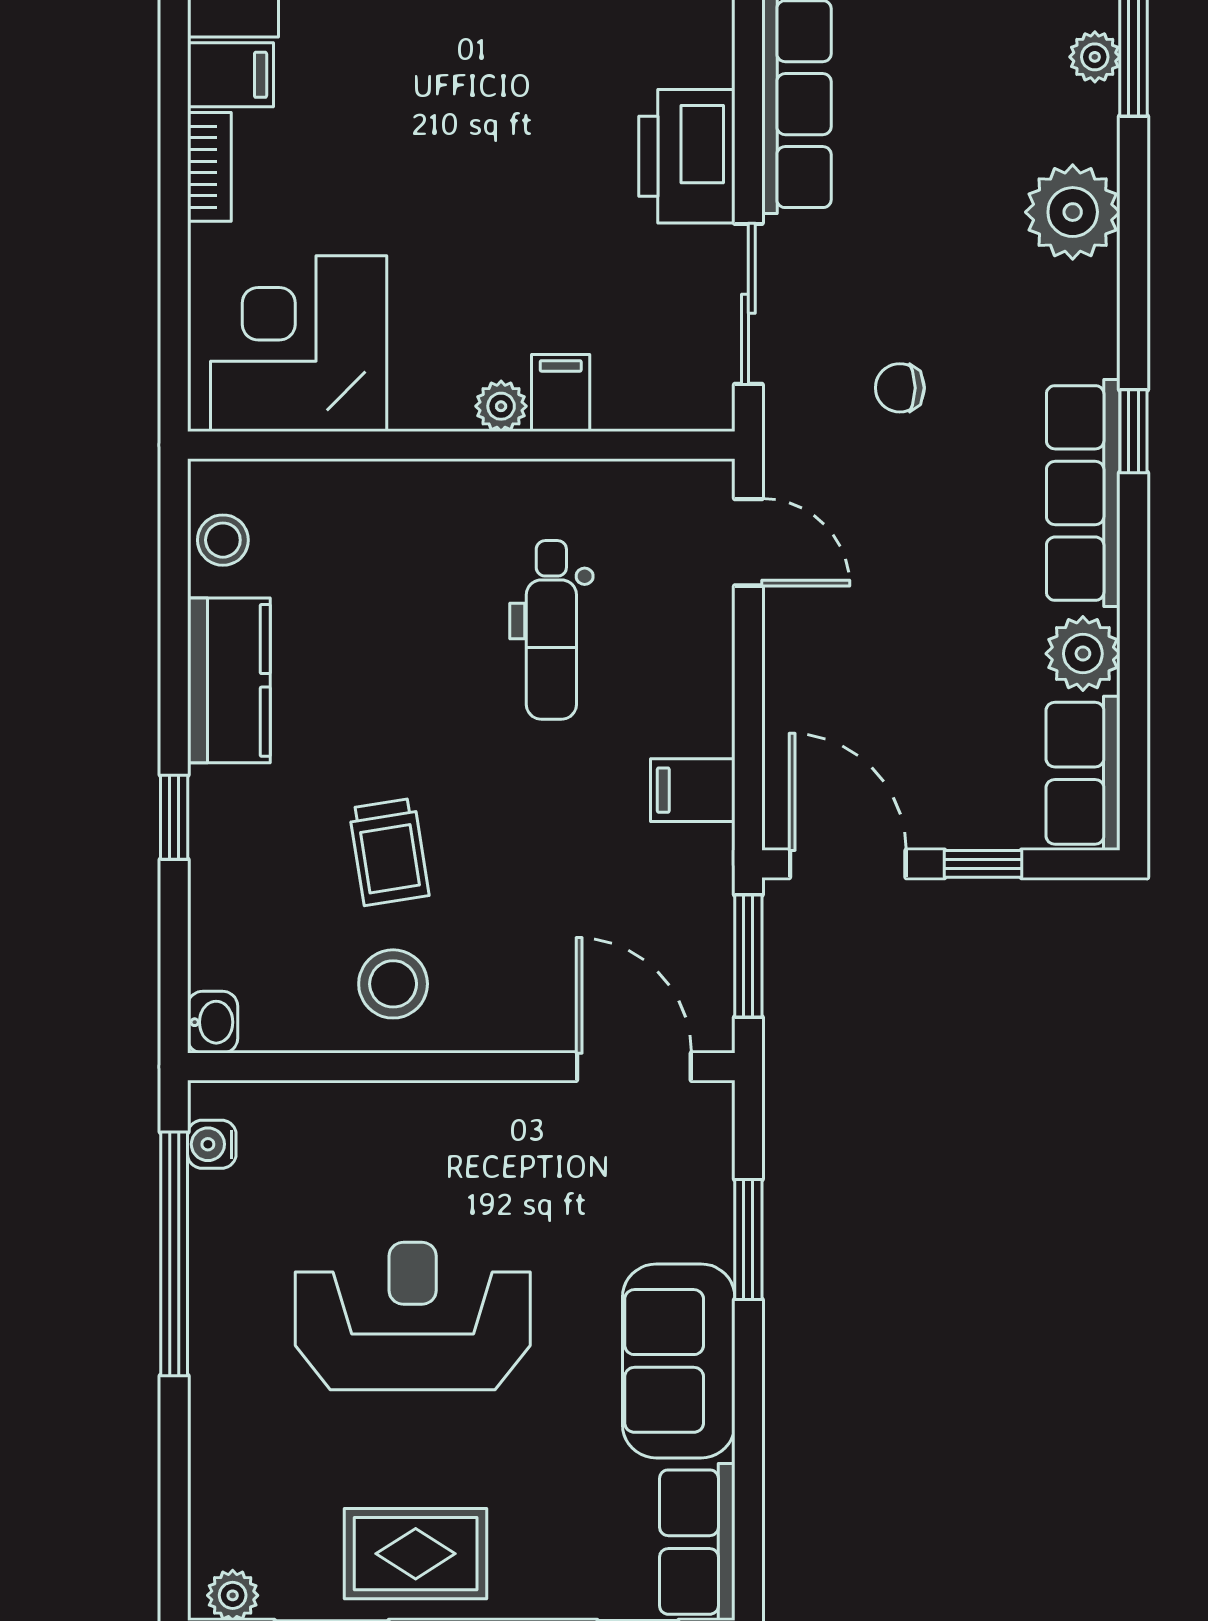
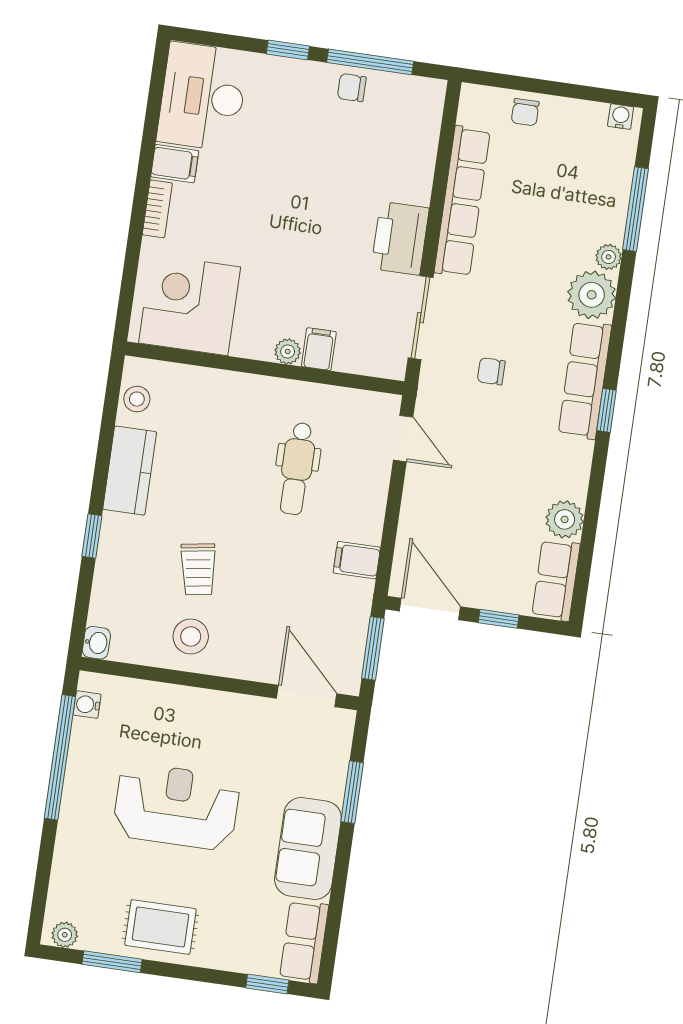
plant: (1095, 57) -> (609, 257), moved
row of seats: (1083, 493) -> (585, 380), moved

